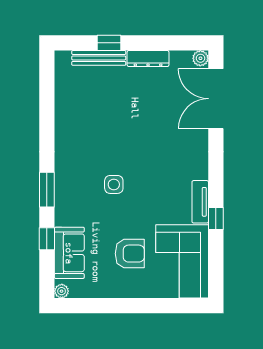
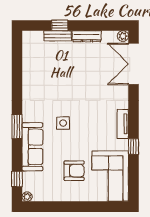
bench: (99, 58) -> (58, 36), width x0.73
tv unit: (200, 202) -> (123, 124), moved
window: (47, 239) -> (17, 179), moved
sofa: (69, 253) -> (32, 147), moved, width x1.36

